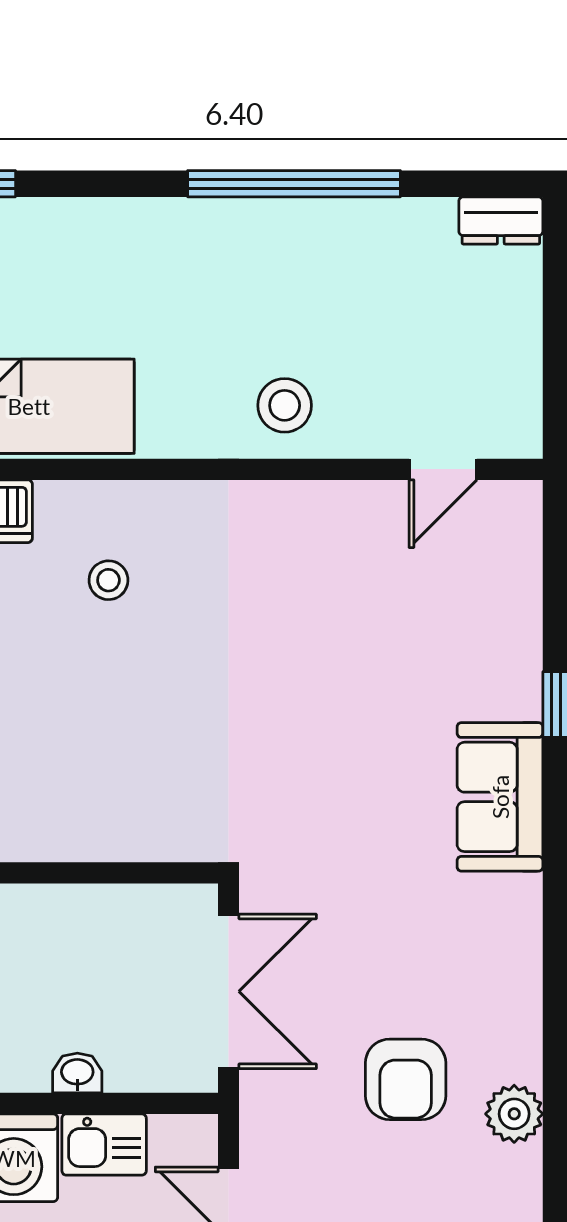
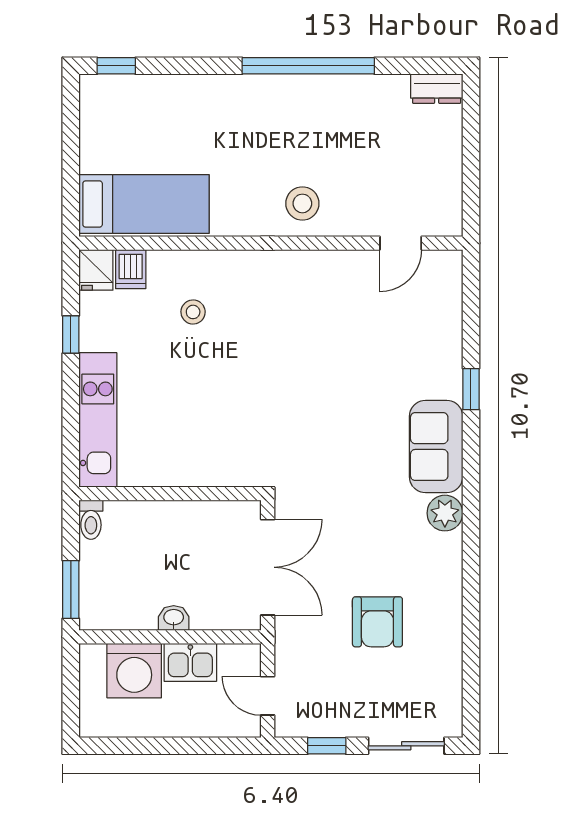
plant: (514, 1114) -> (445, 513), moved

